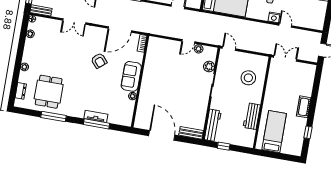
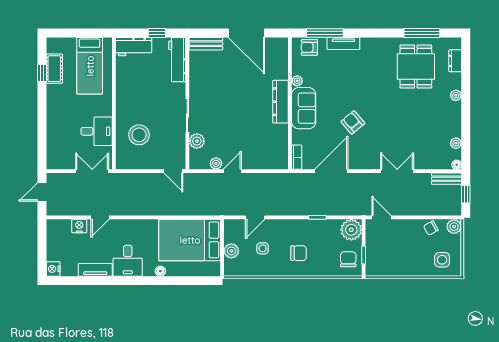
nightstand: (274, 17) -> (79, 226), moved
door: (285, 25) -> (100, 217), hinge flipped
double door: (285, 58) -> (92, 171), swing flipped
dresser: (146, 84) -> (281, 102), added
desk: (277, 85) -> (97, 131), added
cot: (304, 107) -> (54, 69), moved
window: (53, 116) -> (422, 33), moved
workbench: (252, 116) -> (134, 47), moved, turned 90
armchair: (120, 118) -> (309, 47), added
window: (96, 124) -> (325, 33), moved

